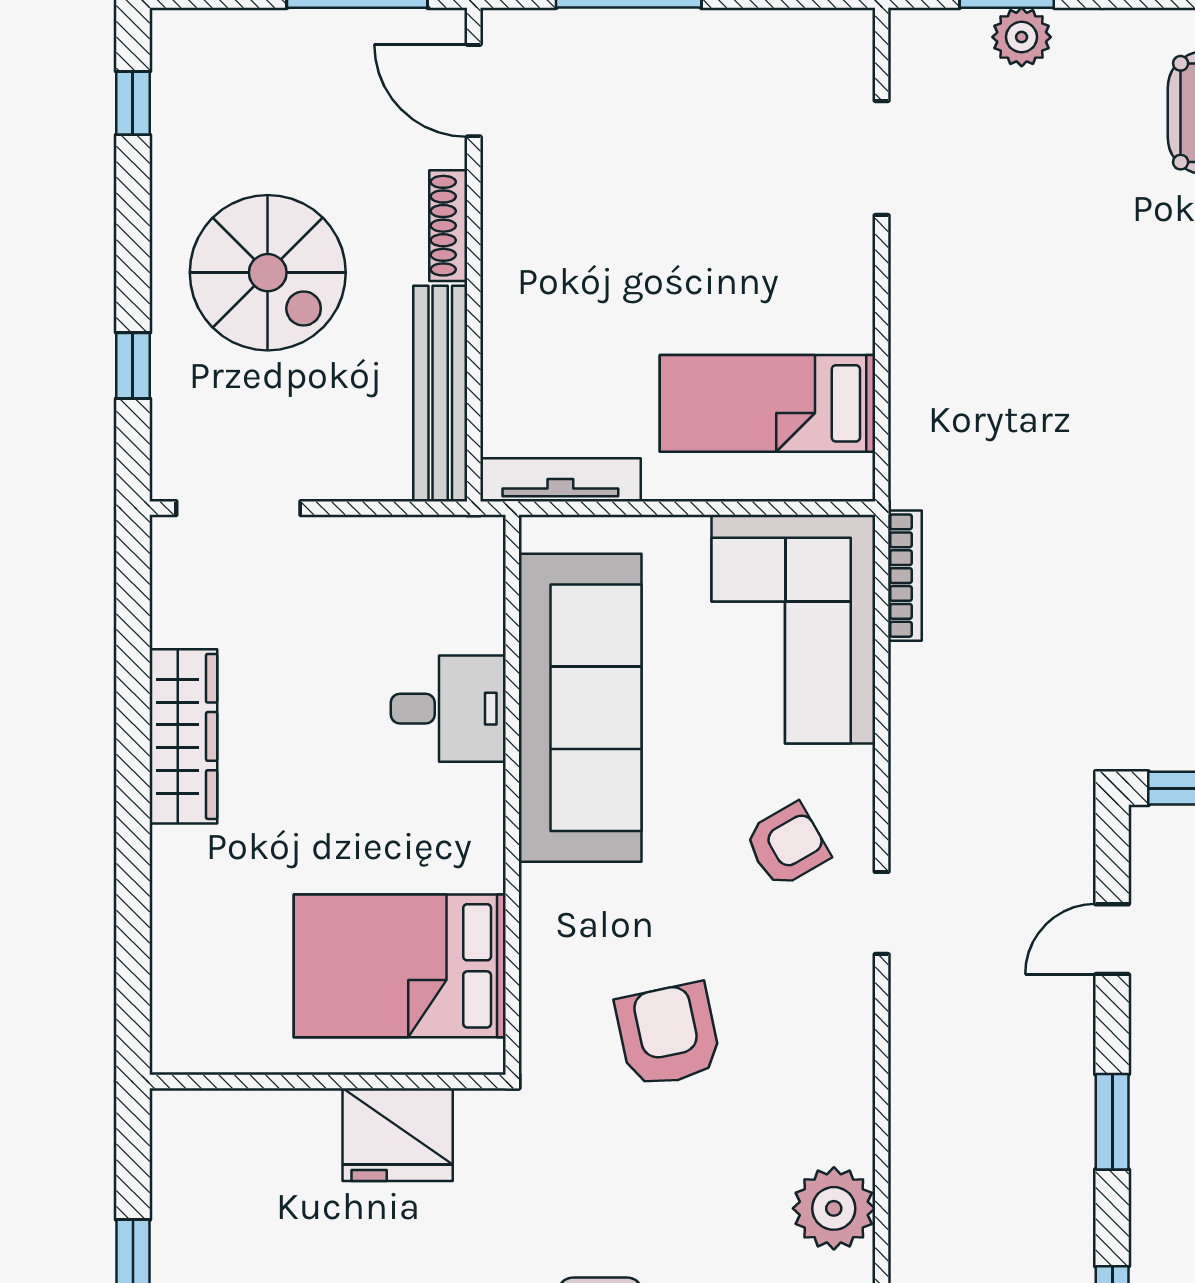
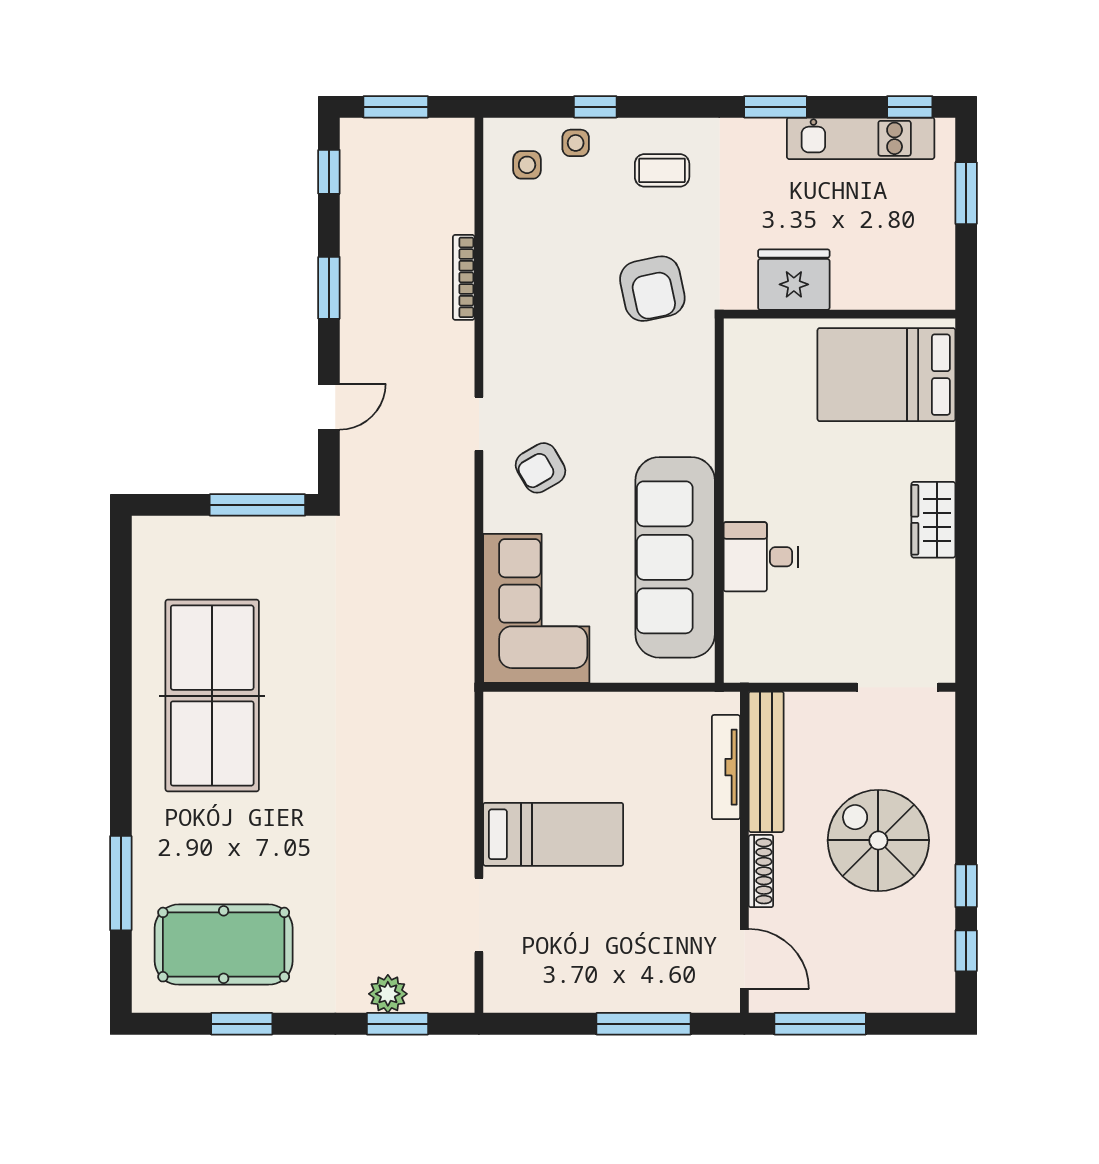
window: (133, 366) -> (966, 886), moved
bed: (767, 403) -> (553, 834), moved
tv unit: (560, 480) -> (726, 767), moved, turned 90
bookcase: (905, 576) -> (464, 277), moved
wardrobe: (183, 736) -> (933, 520), width x0.67
bed: (400, 966) -> (886, 375), moved, turned 180
armchair: (668, 1035) -> (652, 289), moved
plant: (834, 1208) -> (510, 232), removed

